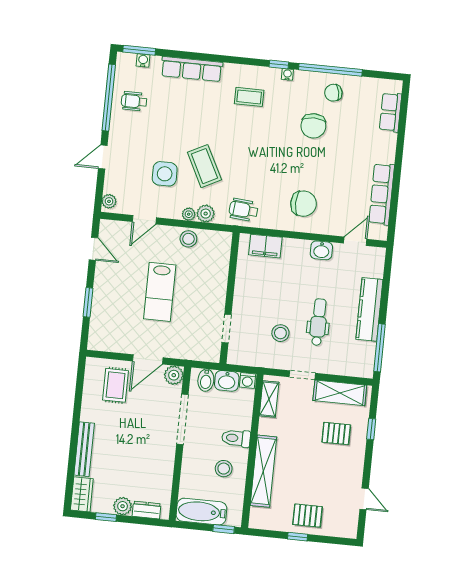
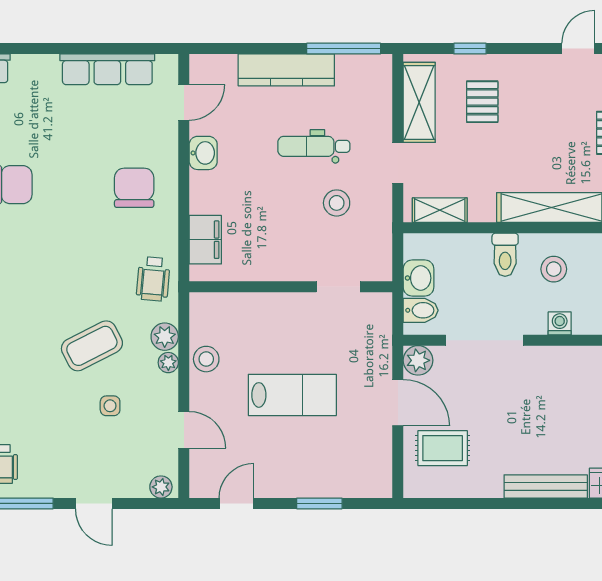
side table: (165, 174) -> (110, 406), width x0.54, depth x0.54
door: (355, 241) -> (184, 103), swing flipped
washing machine: (247, 380) -> (560, 323), moved, turned -90

